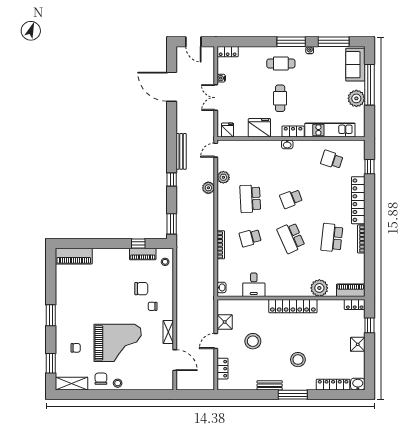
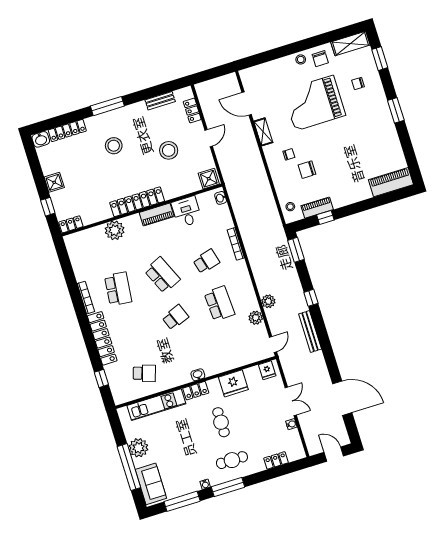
locker: (228, 52) -> (276, 460), moved
piano: (351, 290) -> (157, 215), moved
shower: (225, 322) -> (209, 179), moved
bench: (270, 385) -> (160, 101), moved

